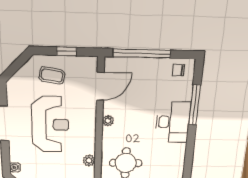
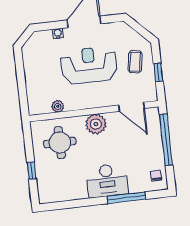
plant: (108, 121) -> (96, 124), width x1.88, depth x1.88
reception desk: (50, 125) -> (89, 65), turned 180
water cooler: (15, 167) -> (58, 34), moved

